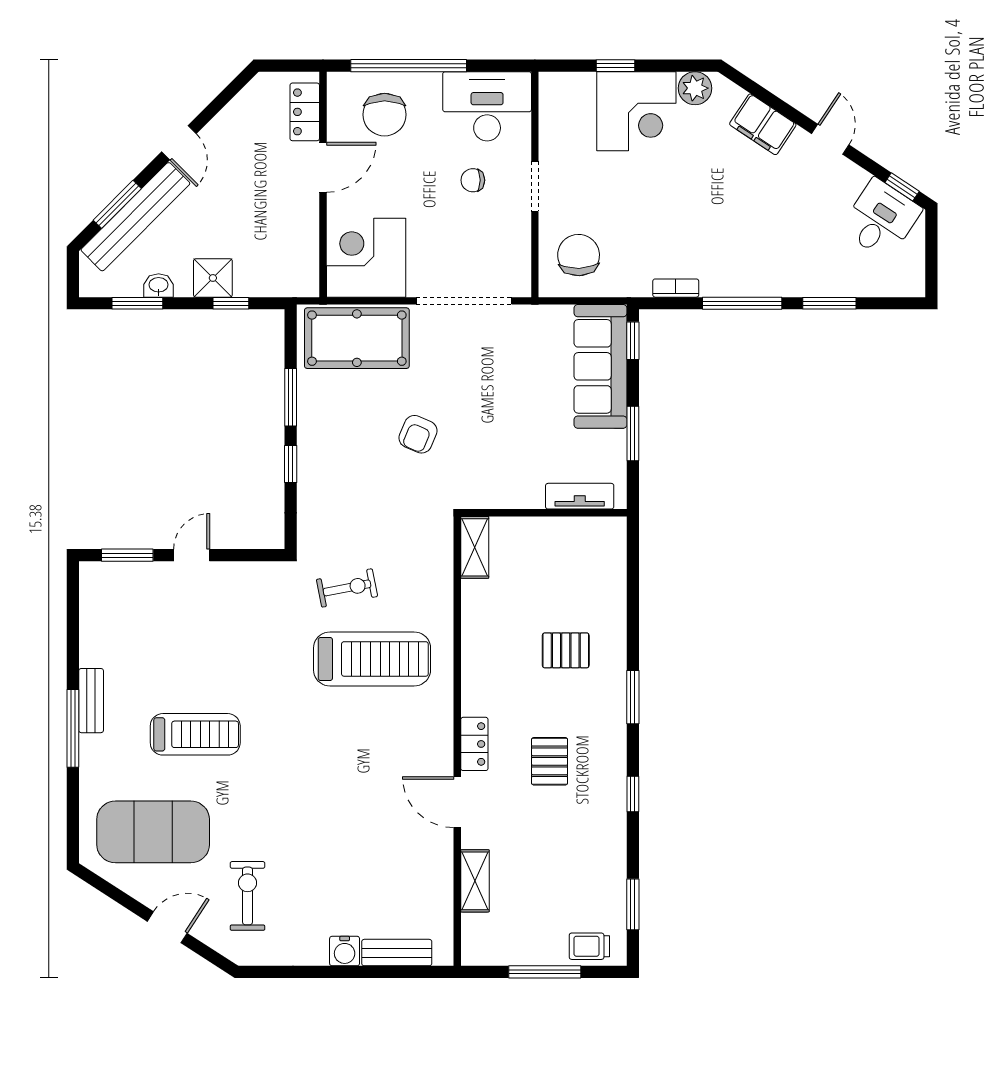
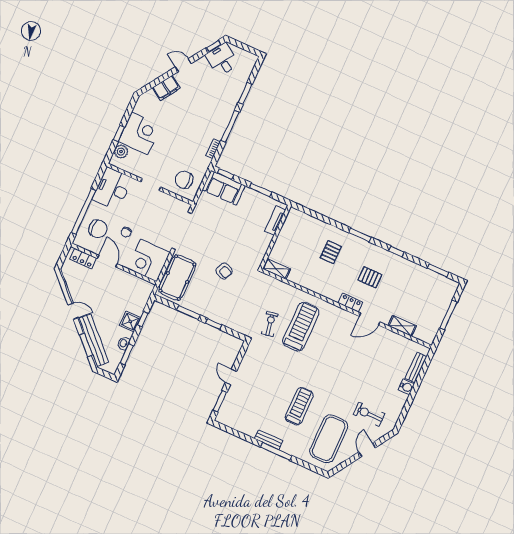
plant: (695, 88) -> (121, 152), moved
chair: (473, 180) -> (126, 232), moved
sofa: (600, 366) -> (224, 188), width x0.73
trolley: (589, 946) -> (446, 294), removed

